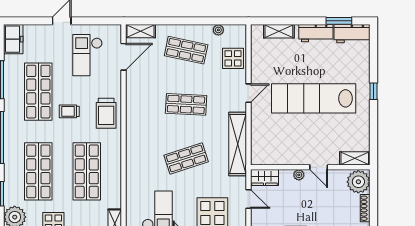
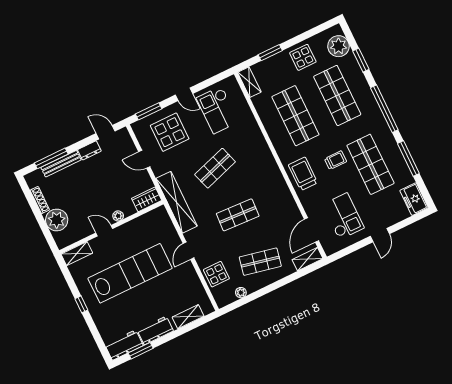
shelving: (355, 158) -> (77, 254), moved
wall: (310, 167) -> (111, 227), moved
door: (319, 167) -> (104, 231), moved
plant: (299, 175) -> (118, 216), moved
wardrobe: (265, 178) -> (147, 199), moved

